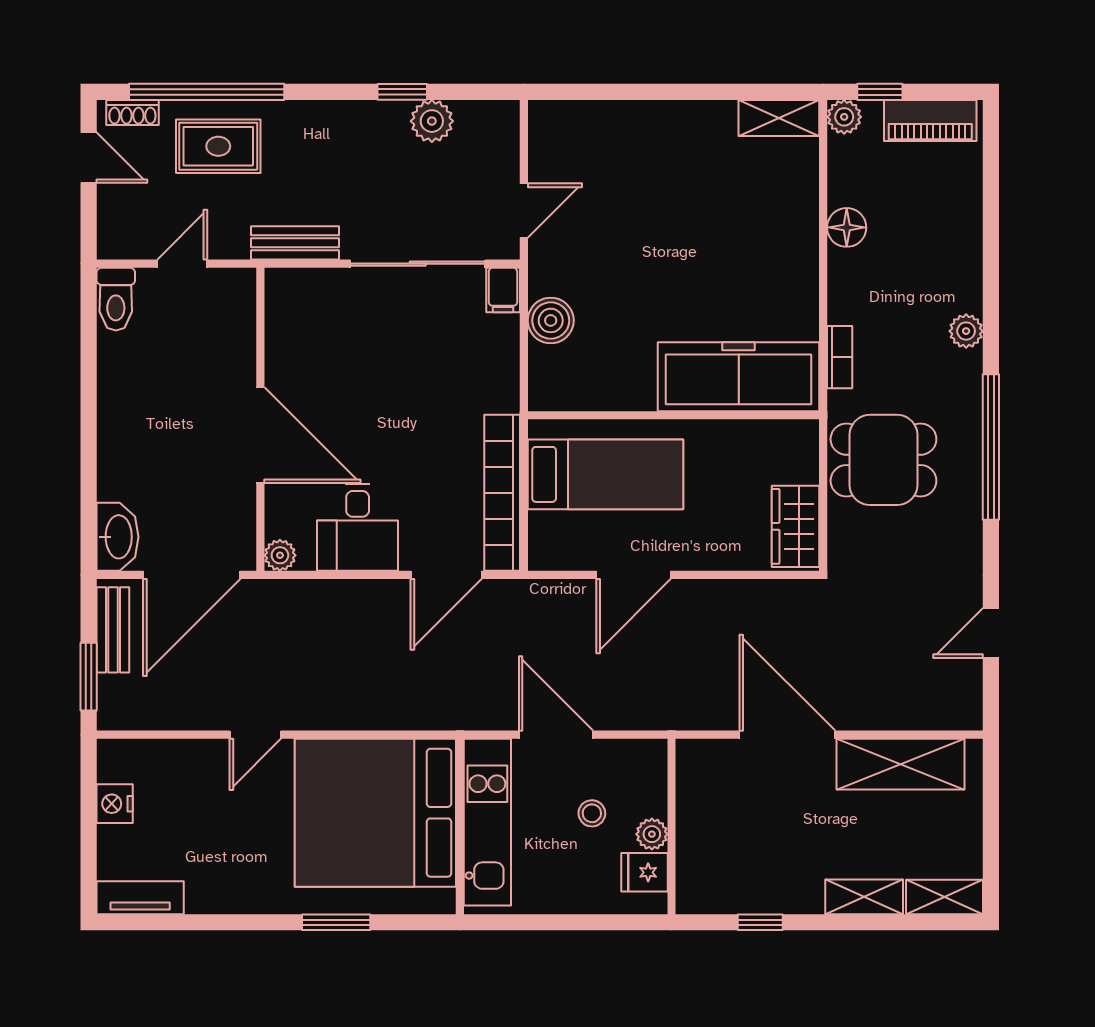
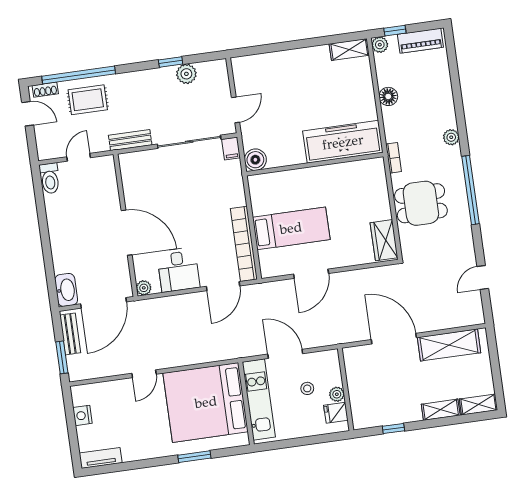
freezer: (739, 377) -> (343, 142), moved
wall: (673, 415) -> (315, 164), moved

